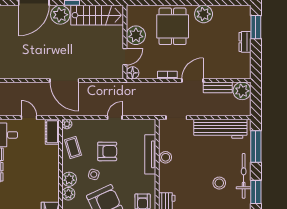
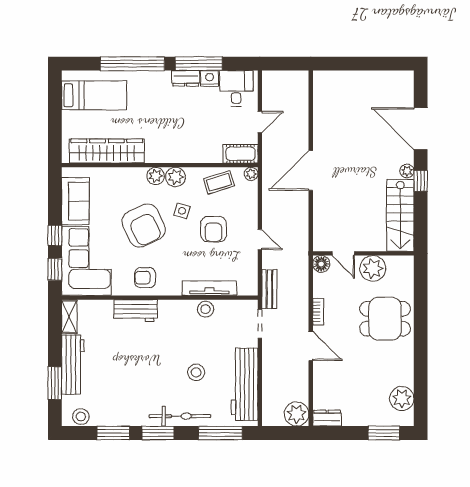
plant: (204, 14) -> (402, 398), moved
plant: (60, 15) -> (407, 171), width x0.53, depth x0.53
dresser: (245, 42) -> (327, 418), moved
bench: (218, 87) -> (269, 289), moved
stool: (219, 183) -> (196, 372), moved

